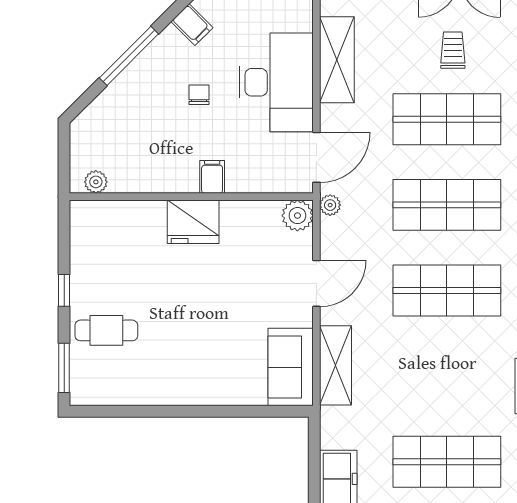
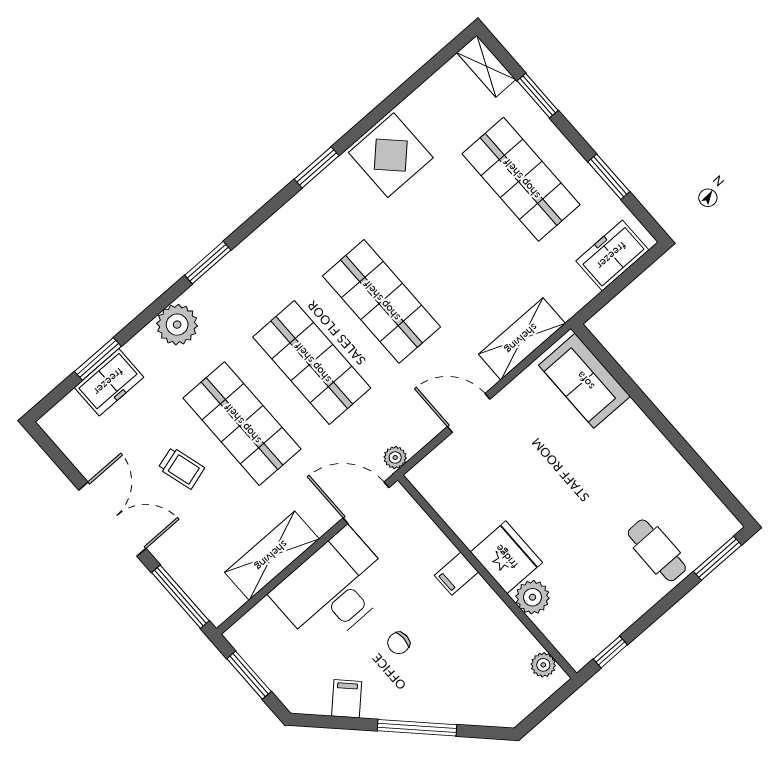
trolley: (453, 50) -> (181, 468), turned -106
plant: (297, 216) -> (532, 597), moved
window: (64, 290) -> (610, 652), moved
sofa: (291, 367) -> (585, 381), moved, turned 90

